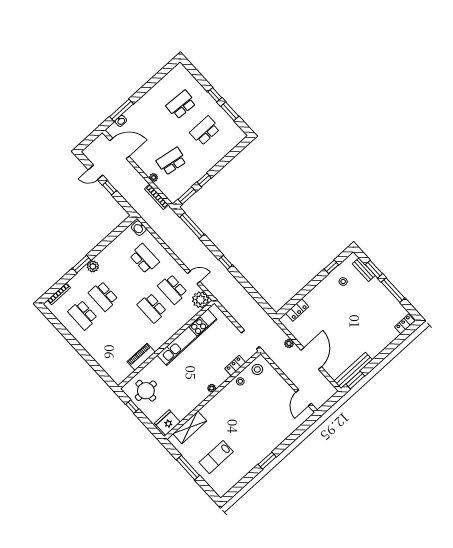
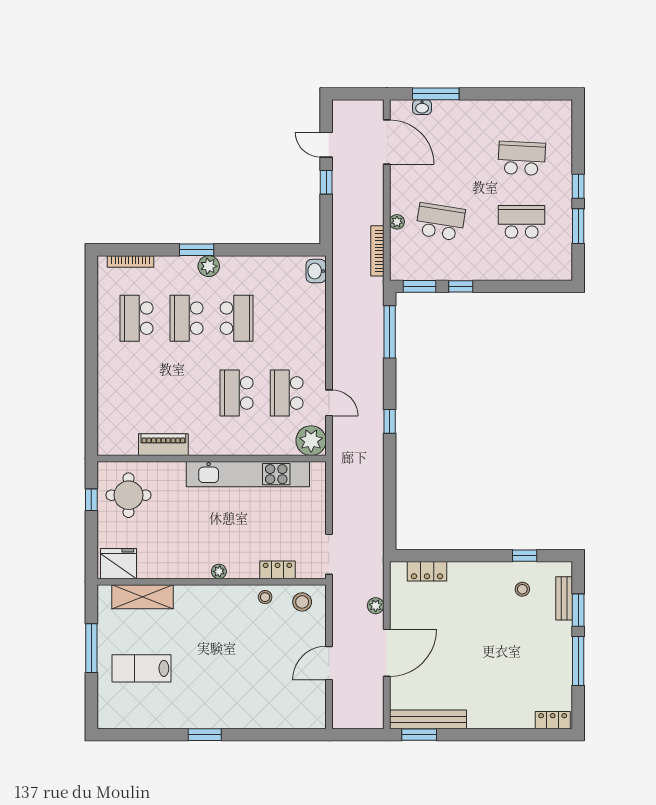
school desk: (144, 259) -> (237, 318), moved
door: (304, 398) -> (329, 663), moved

